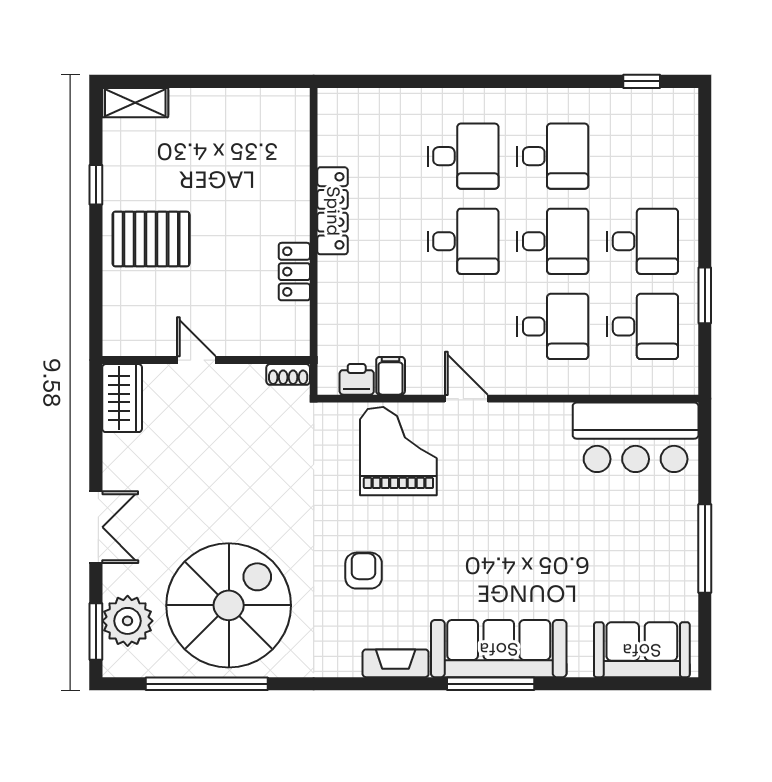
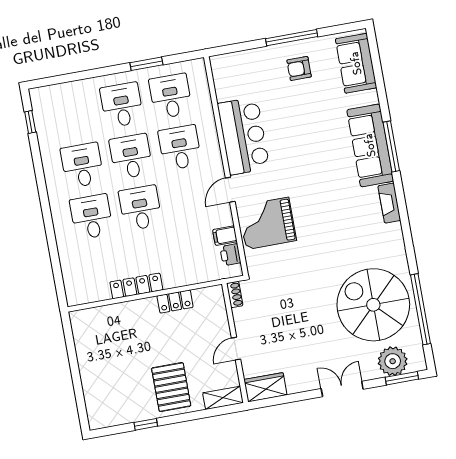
shelving: (135, 103) -> (223, 398), moved, turned 90
bar counter: (636, 437) -> (243, 136), moved
armchair: (364, 571) -> (299, 68), moved

